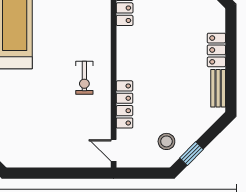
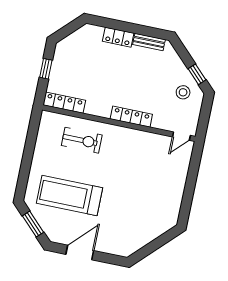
exercise bike: (84, 78) -> (82, 140), moved, width x1.38, depth x1.39
locker: (124, 104) -> (131, 117), moved

